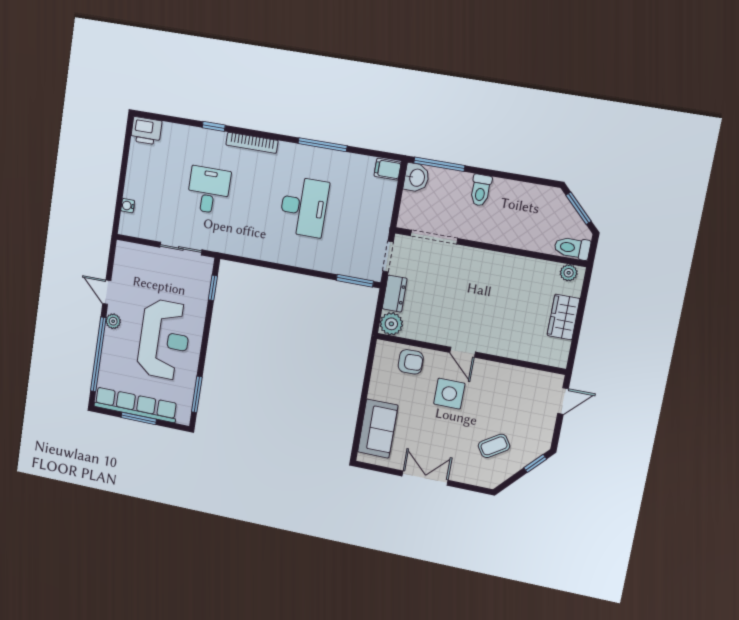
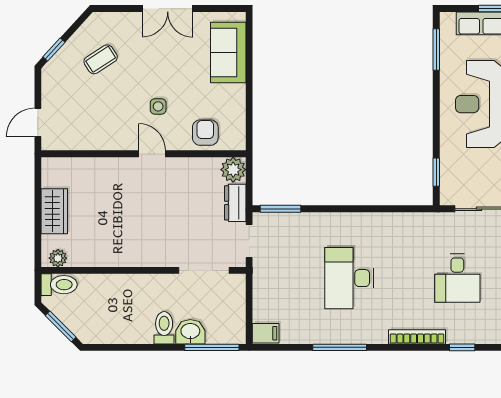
washbasin: (416, 178) -> (190, 332), moved, turned 90
armchair: (411, 362) -> (205, 133), turned 91
side table: (449, 394) -> (158, 106), width x0.54, depth x0.54

